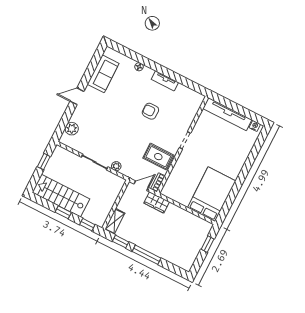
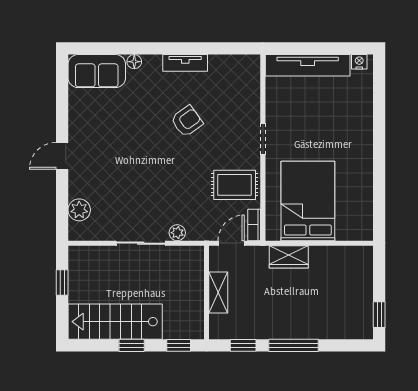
sofa: (103, 74) -> (97, 71), moved, turned 90
armchair: (150, 111) -> (187, 121), turned 144
bed: (212, 194) -> (308, 201), moved
wardrobe: (157, 202) -> (289, 257), moved
shelving: (115, 221) -> (218, 293), moved
window: (208, 244) -> (379, 315), moved

